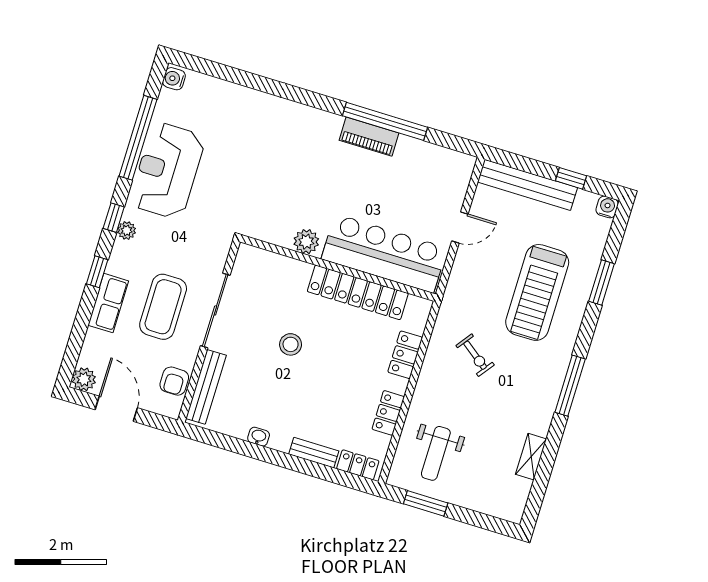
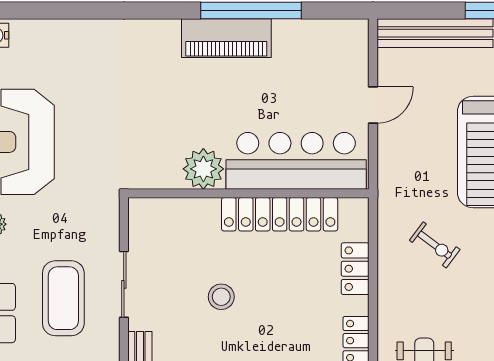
piano: (369, 137) -> (226, 38), width x1.37, depth x1.33
plant: (306, 242) -> (203, 169), width x1.36, depth x1.36
sliding door: (215, 310) -> (124, 284), width x0.73

